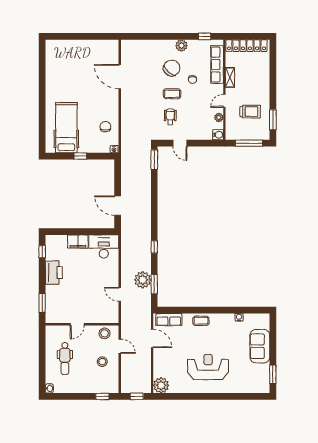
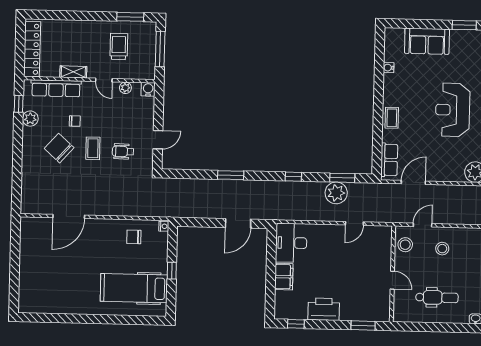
plant: (181, 46) -> (30, 119), moved
window: (154, 160) -> (231, 175), moved

